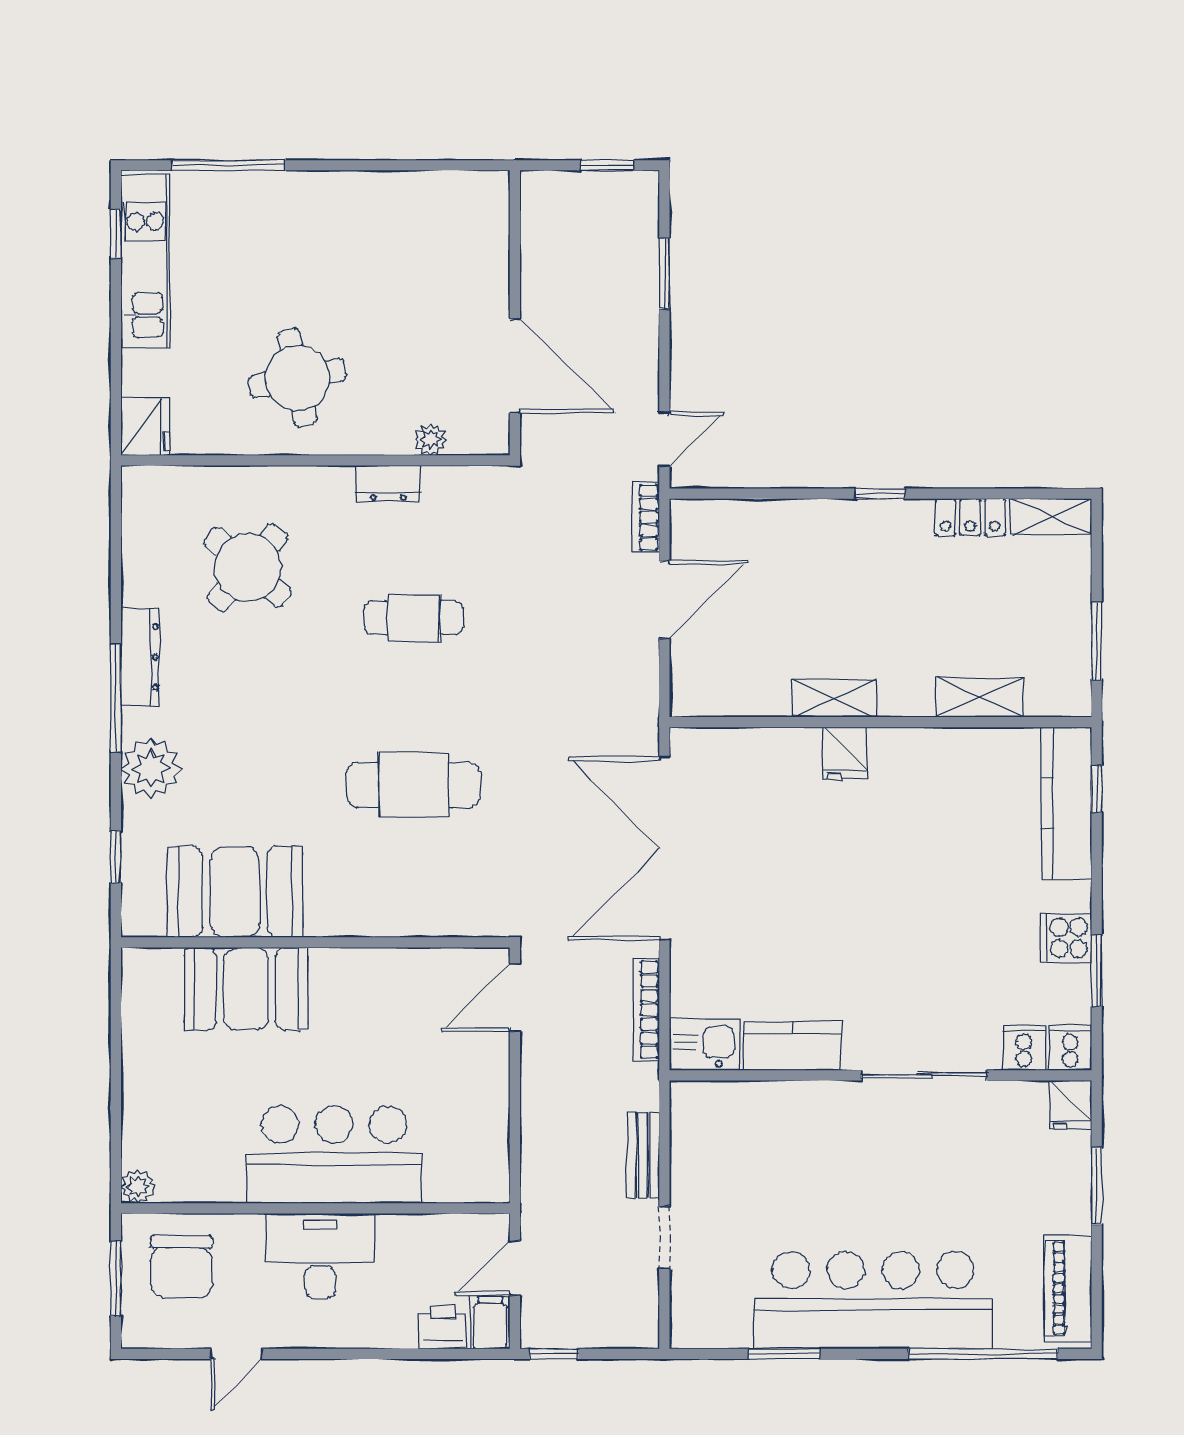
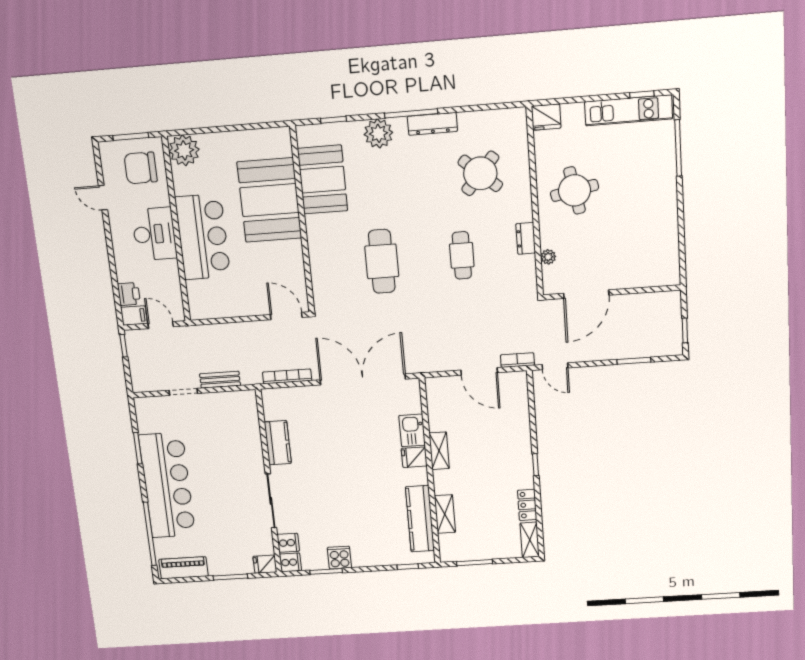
kitchen counter: (1066, 803) -> (420, 519), moved, turned -90
booth: (246, 989) -> (269, 200), width x1.36, depth x1.42
kitchen sink: (705, 1045) -> (412, 430), moved, turned 180
plant: (138, 1186) -> (184, 150), width x1.88, depth x1.88

